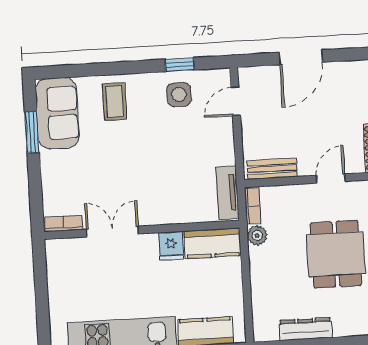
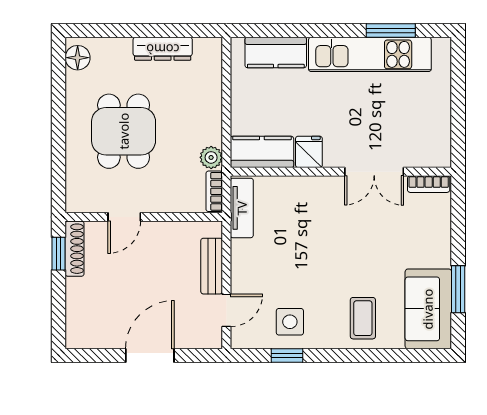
bench: (272, 169) -> (212, 266), moved, turned 90

